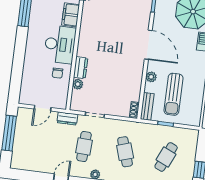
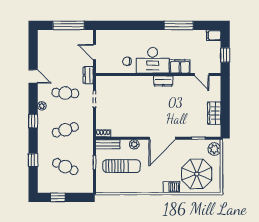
dresser: (81, 68) -> (163, 81), moved
plant: (78, 84) -> (120, 80), removed
sun lounger: (173, 94) -> (121, 166), turned 180

